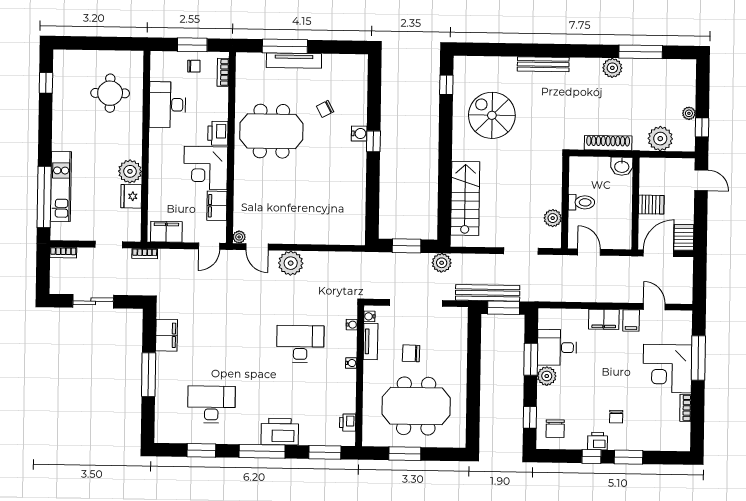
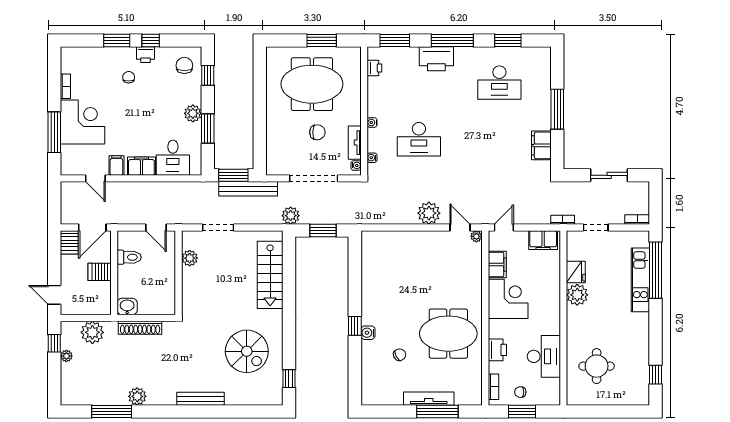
printer: (218, 133) -> (497, 350), moved
toilet: (581, 202) -> (129, 257), moved, turned 180
desk: (557, 347) -> (173, 158), moved, turned 90

